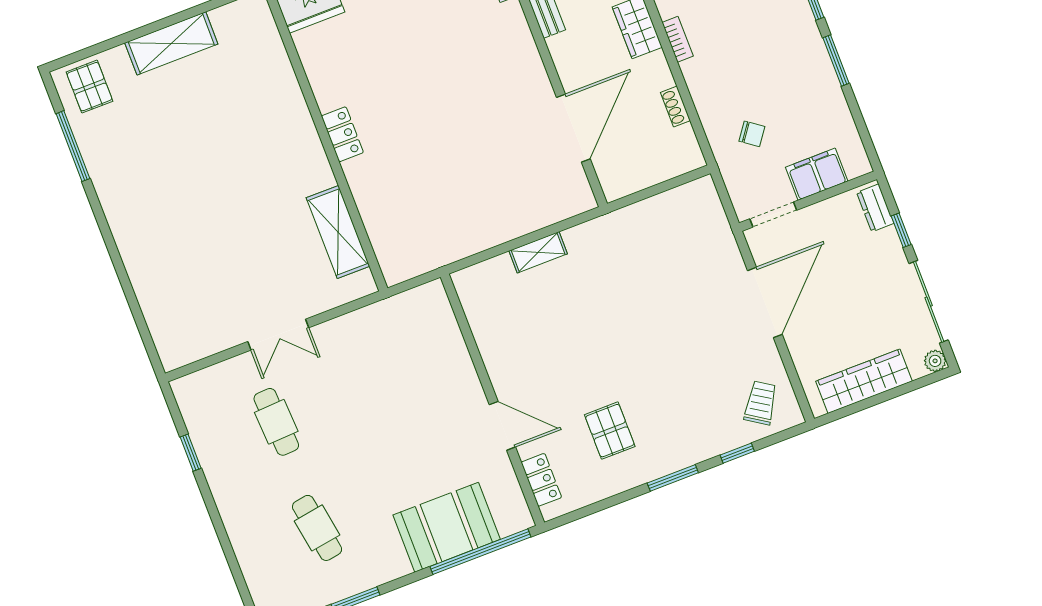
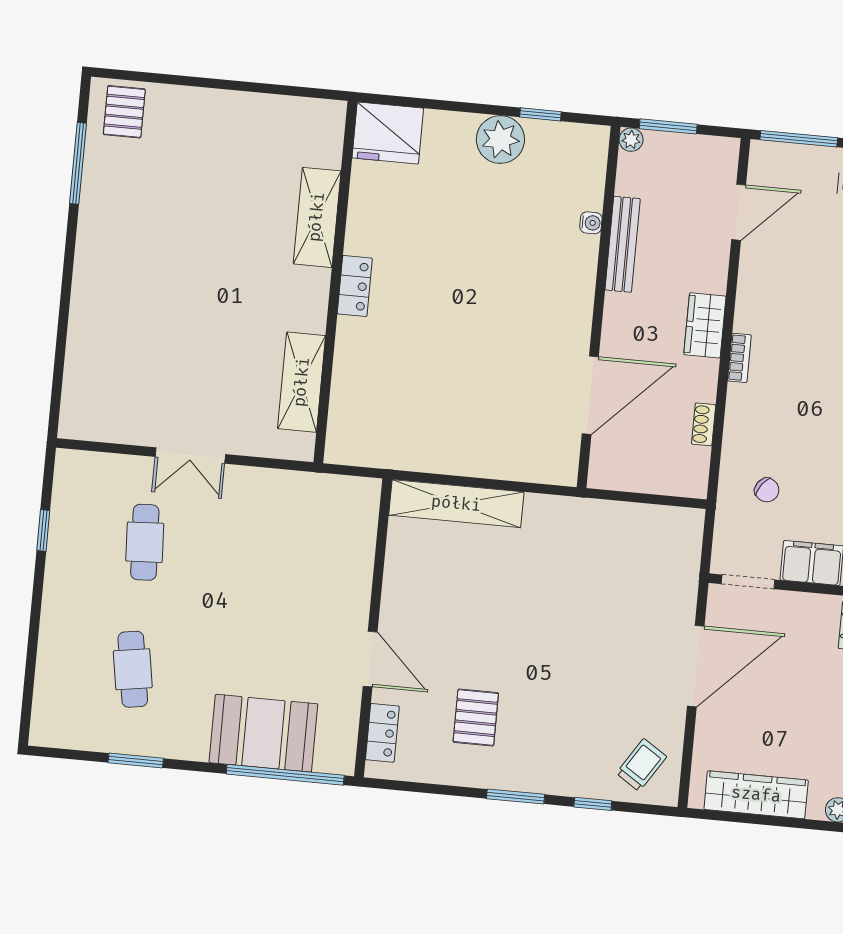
shelving: (171, 43) -> (317, 217), moved, turned 90
shelving: (538, 252) -> (456, 504), width x2.20, depth x1.33

